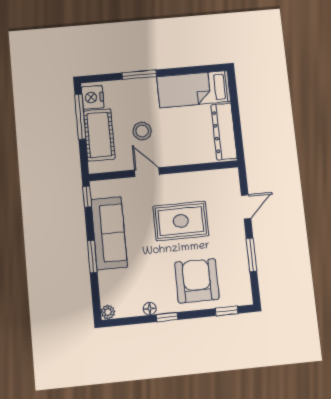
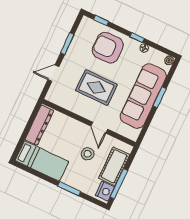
window: (87, 197) -> (142, 134), removed
sofa: (109, 233) -> (143, 96), width x1.36, depth x1.27
armchair: (197, 281) -> (108, 48), turned 90

